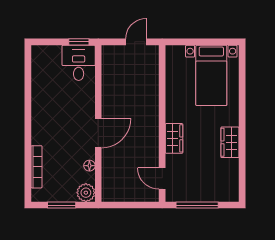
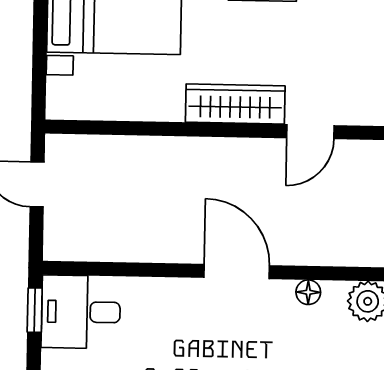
wardrobe: (174, 138) -> (235, 104), width x1.50
door: (162, 179) -> (310, 132), moved

